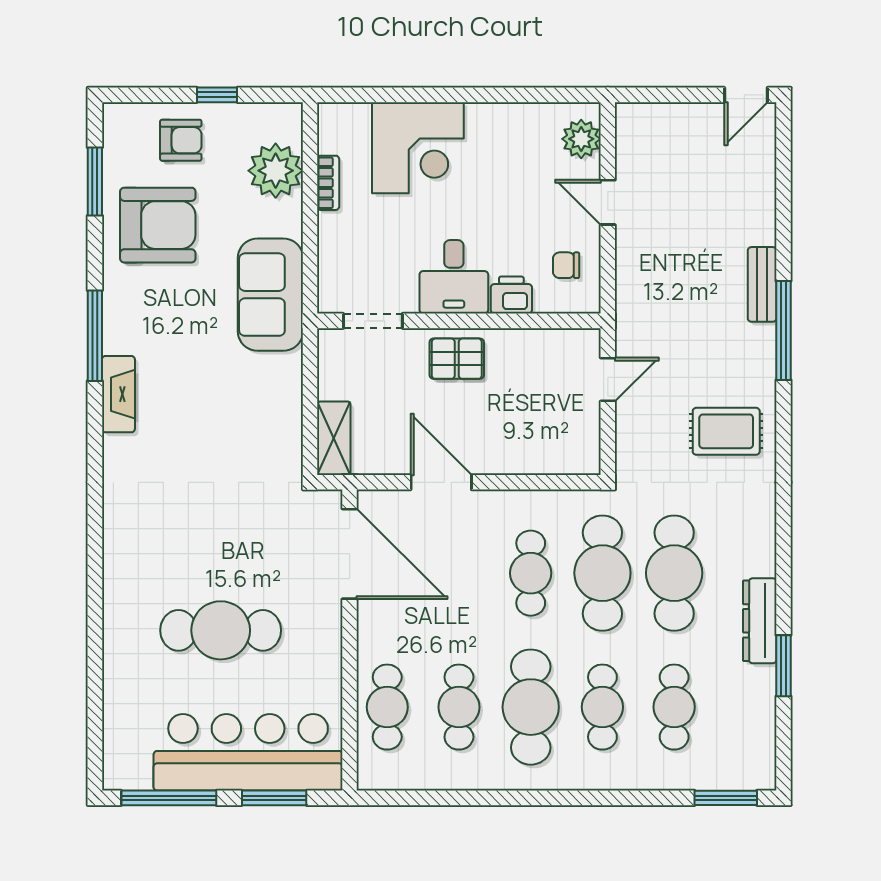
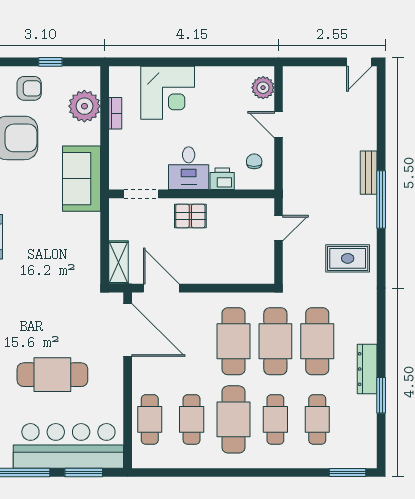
chair: (566, 265) -> (254, 161), turned 90
door: (441, 482) -> (161, 288), moved
cafe table: (531, 573) -> (233, 341), width x1.37, depth x1.35

